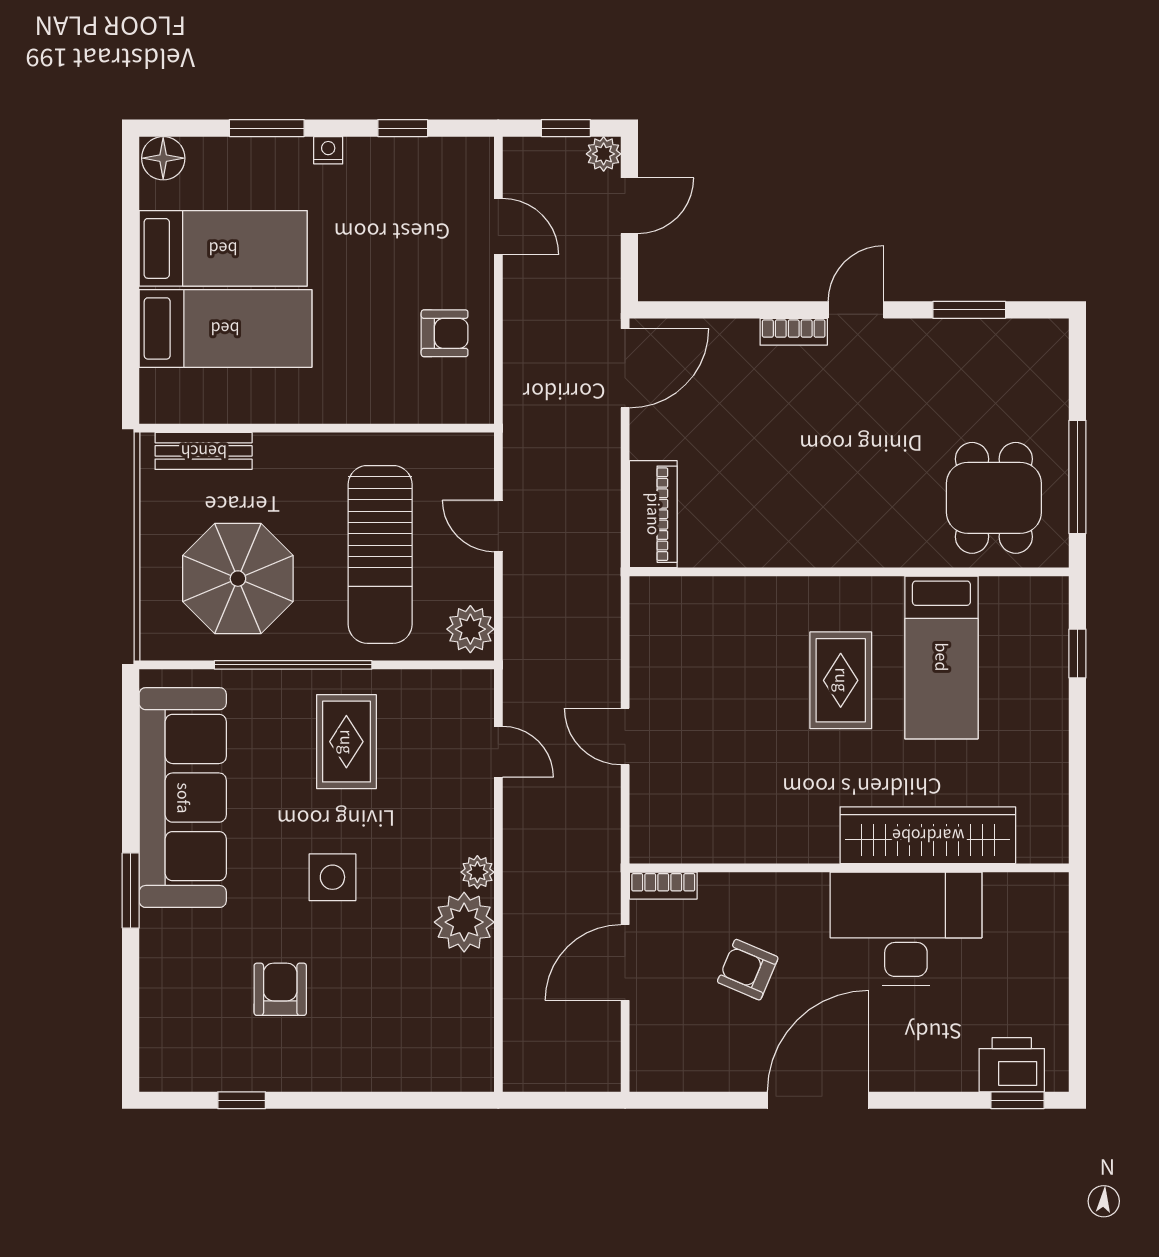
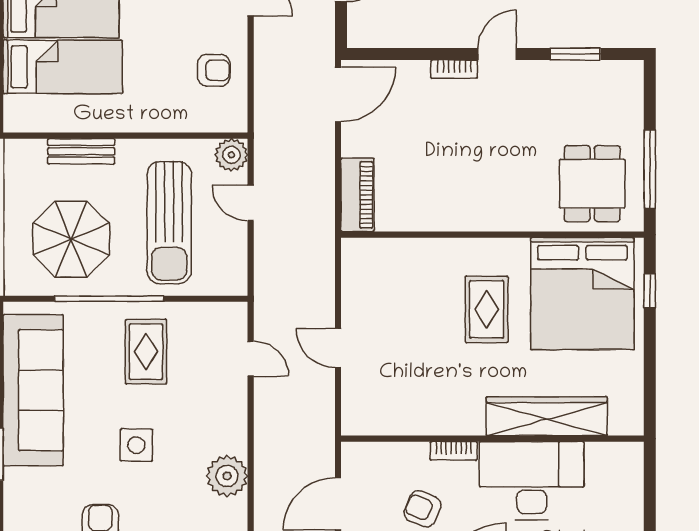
bench: (204, 451) -> (81, 151), moved
plant: (470, 629) -> (231, 155), moved
bed: (941, 657) -> (582, 294), width x2.04
plant: (477, 872) -> (236, 442), removed
bookcase: (663, 886) -> (454, 451), moved

